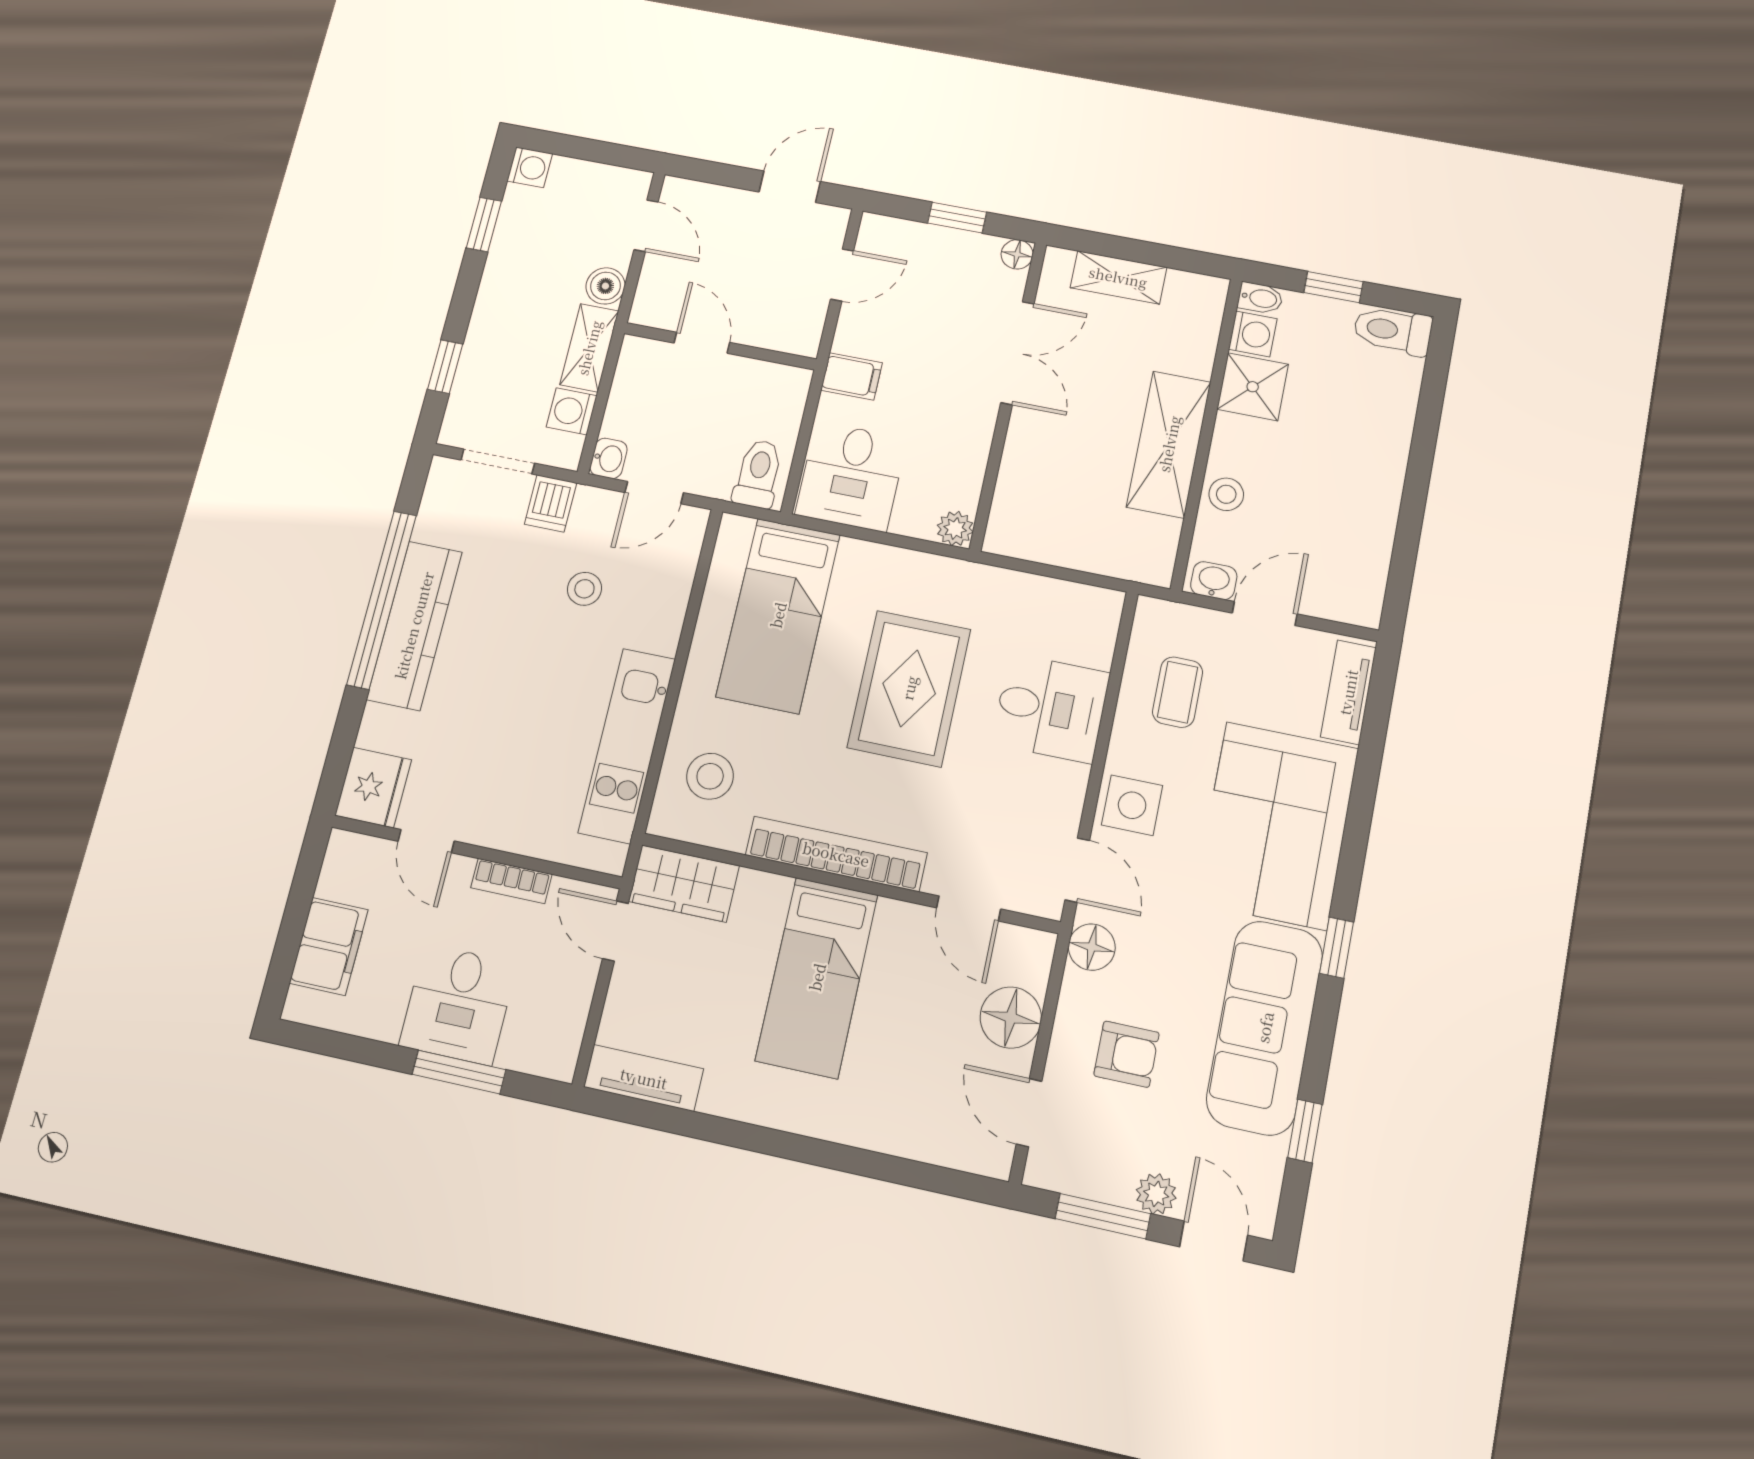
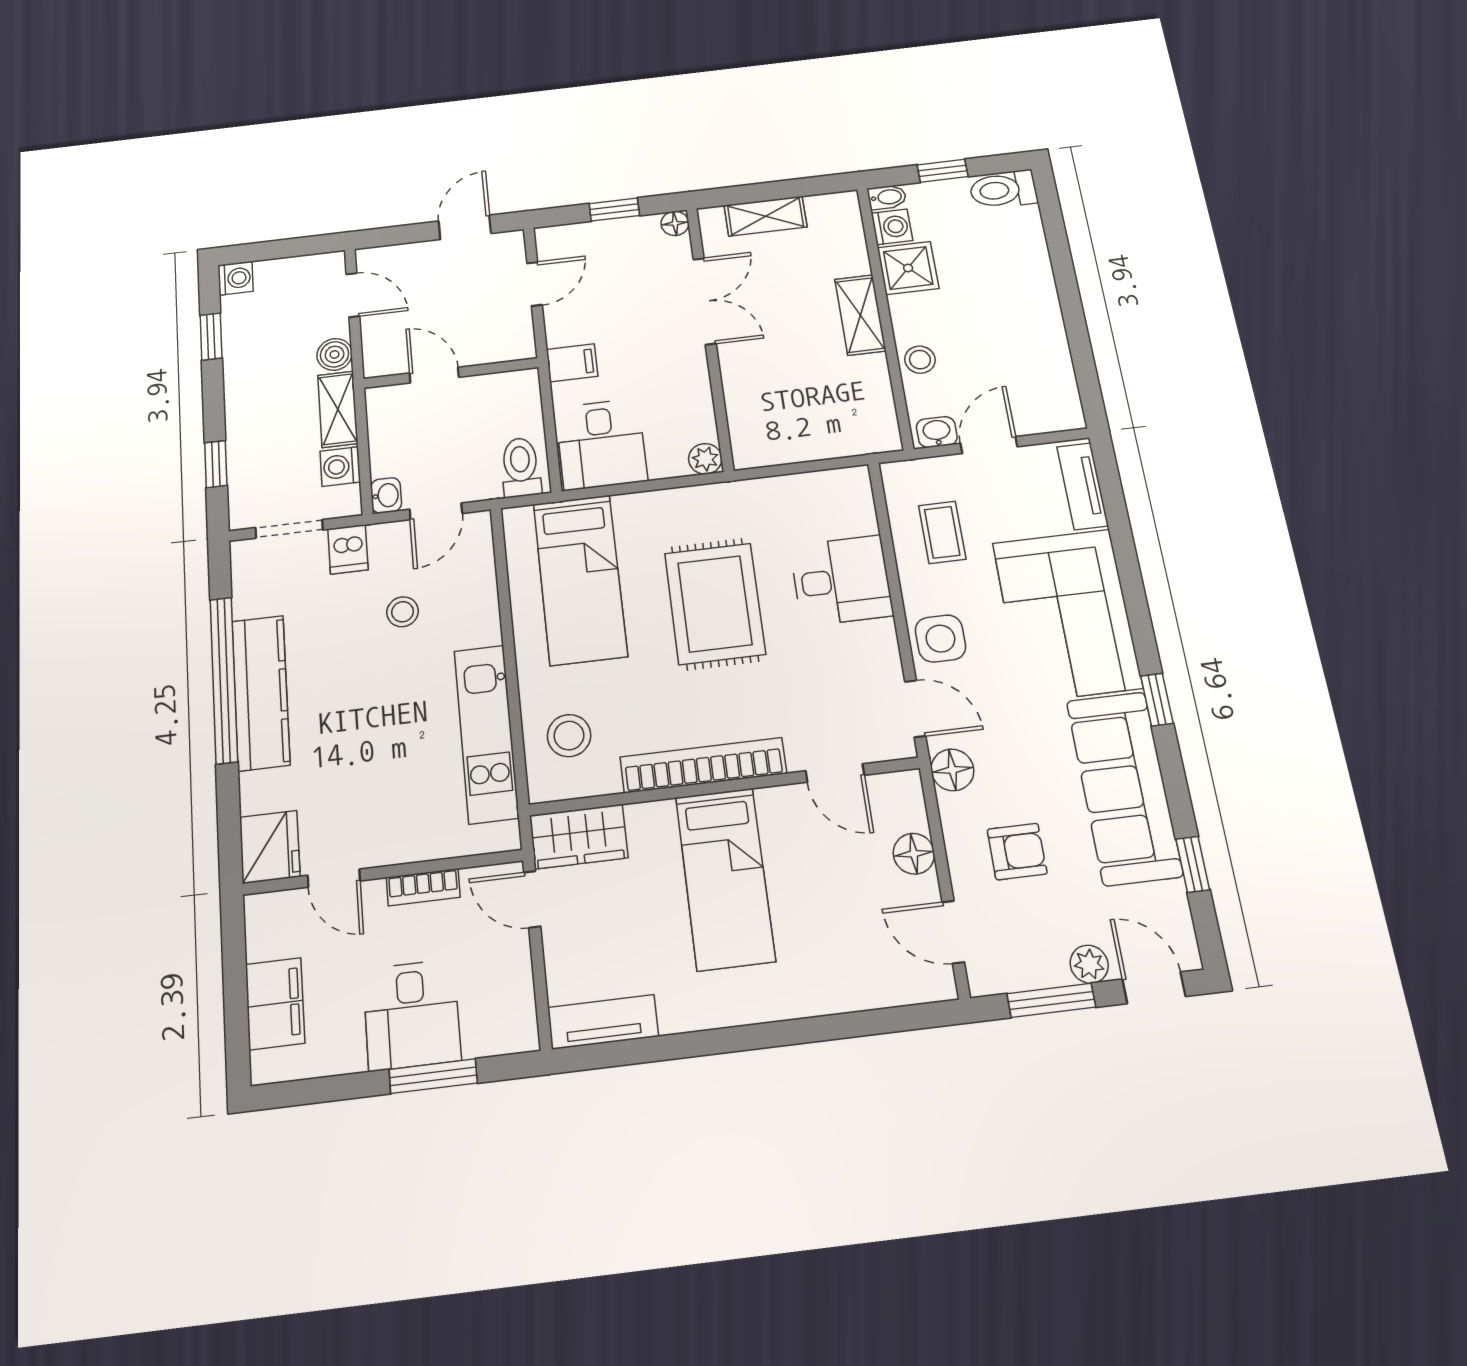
shelving: (1169, 444) -> (860, 315), width x0.67, depth x0.75
floor lamp: (1011, 1018) -> (914, 854), width x0.73, depth x0.73

